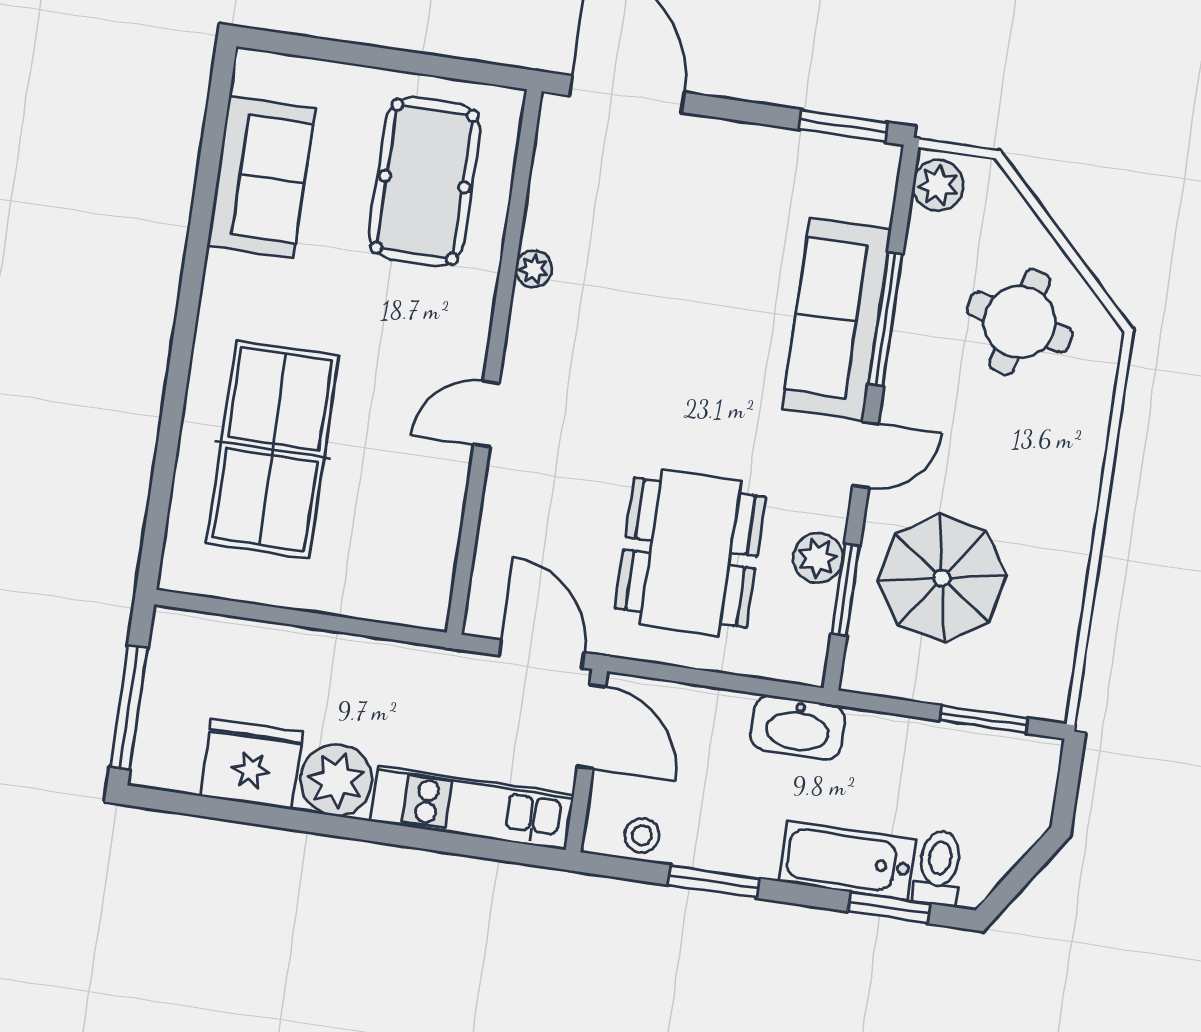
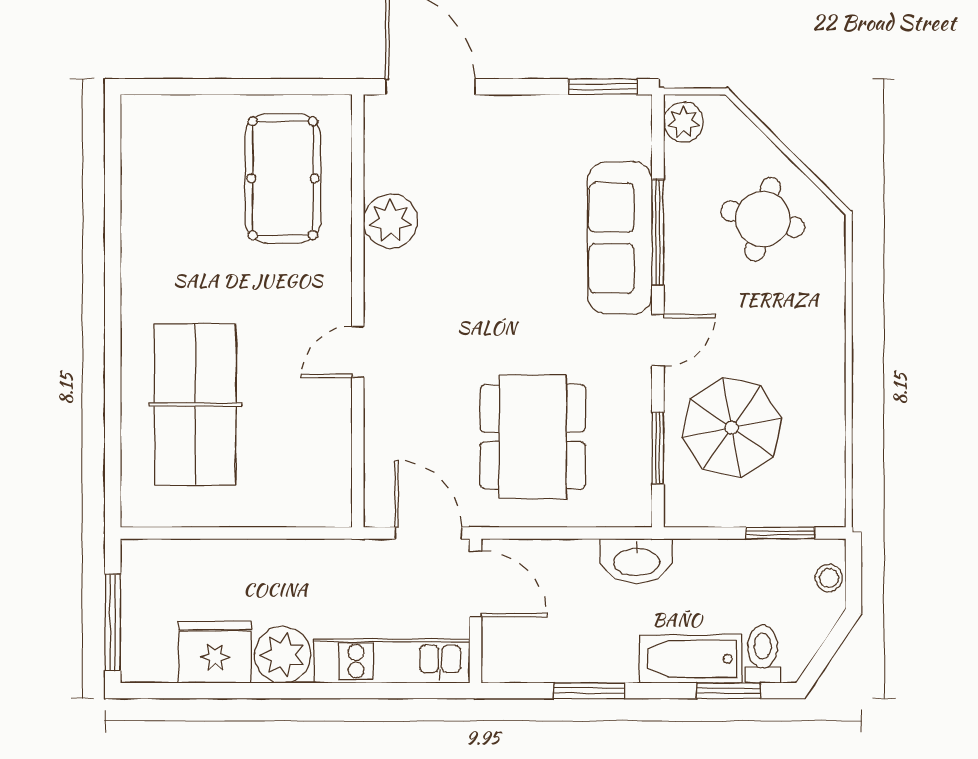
sofa: (261, 177) -> (155, 194), removed
plant: (534, 269) -> (390, 221), width x1.88, depth x1.88
plant: (818, 558) -> (633, 426), removed
stool: (642, 835) -> (829, 578), moved

